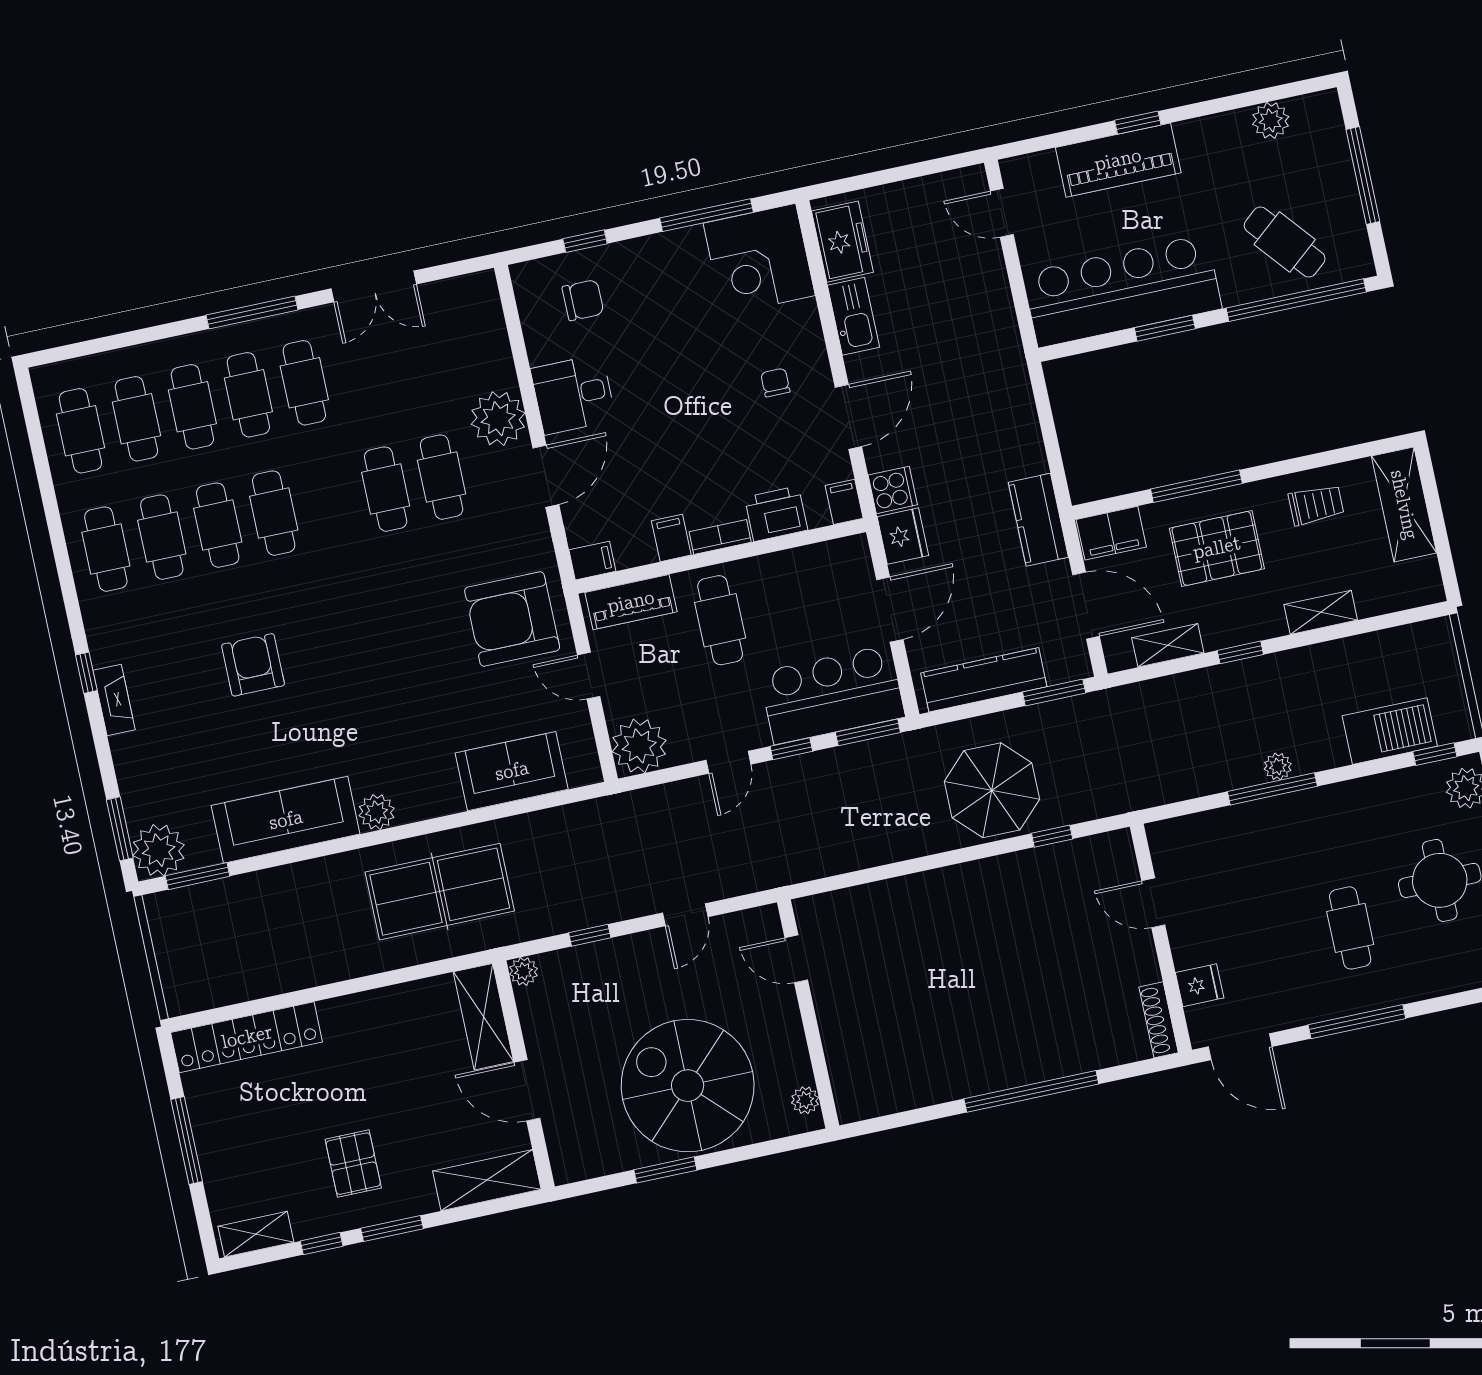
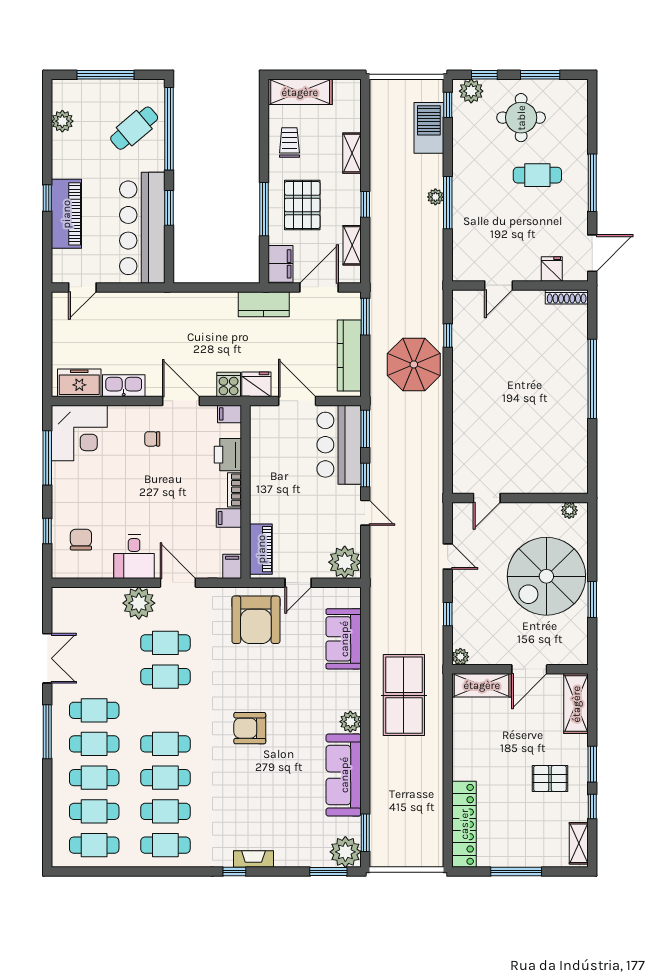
cafe table: (720, 620) -> (282, 500), removed
armchair: (253, 665) -> (250, 728), moved

